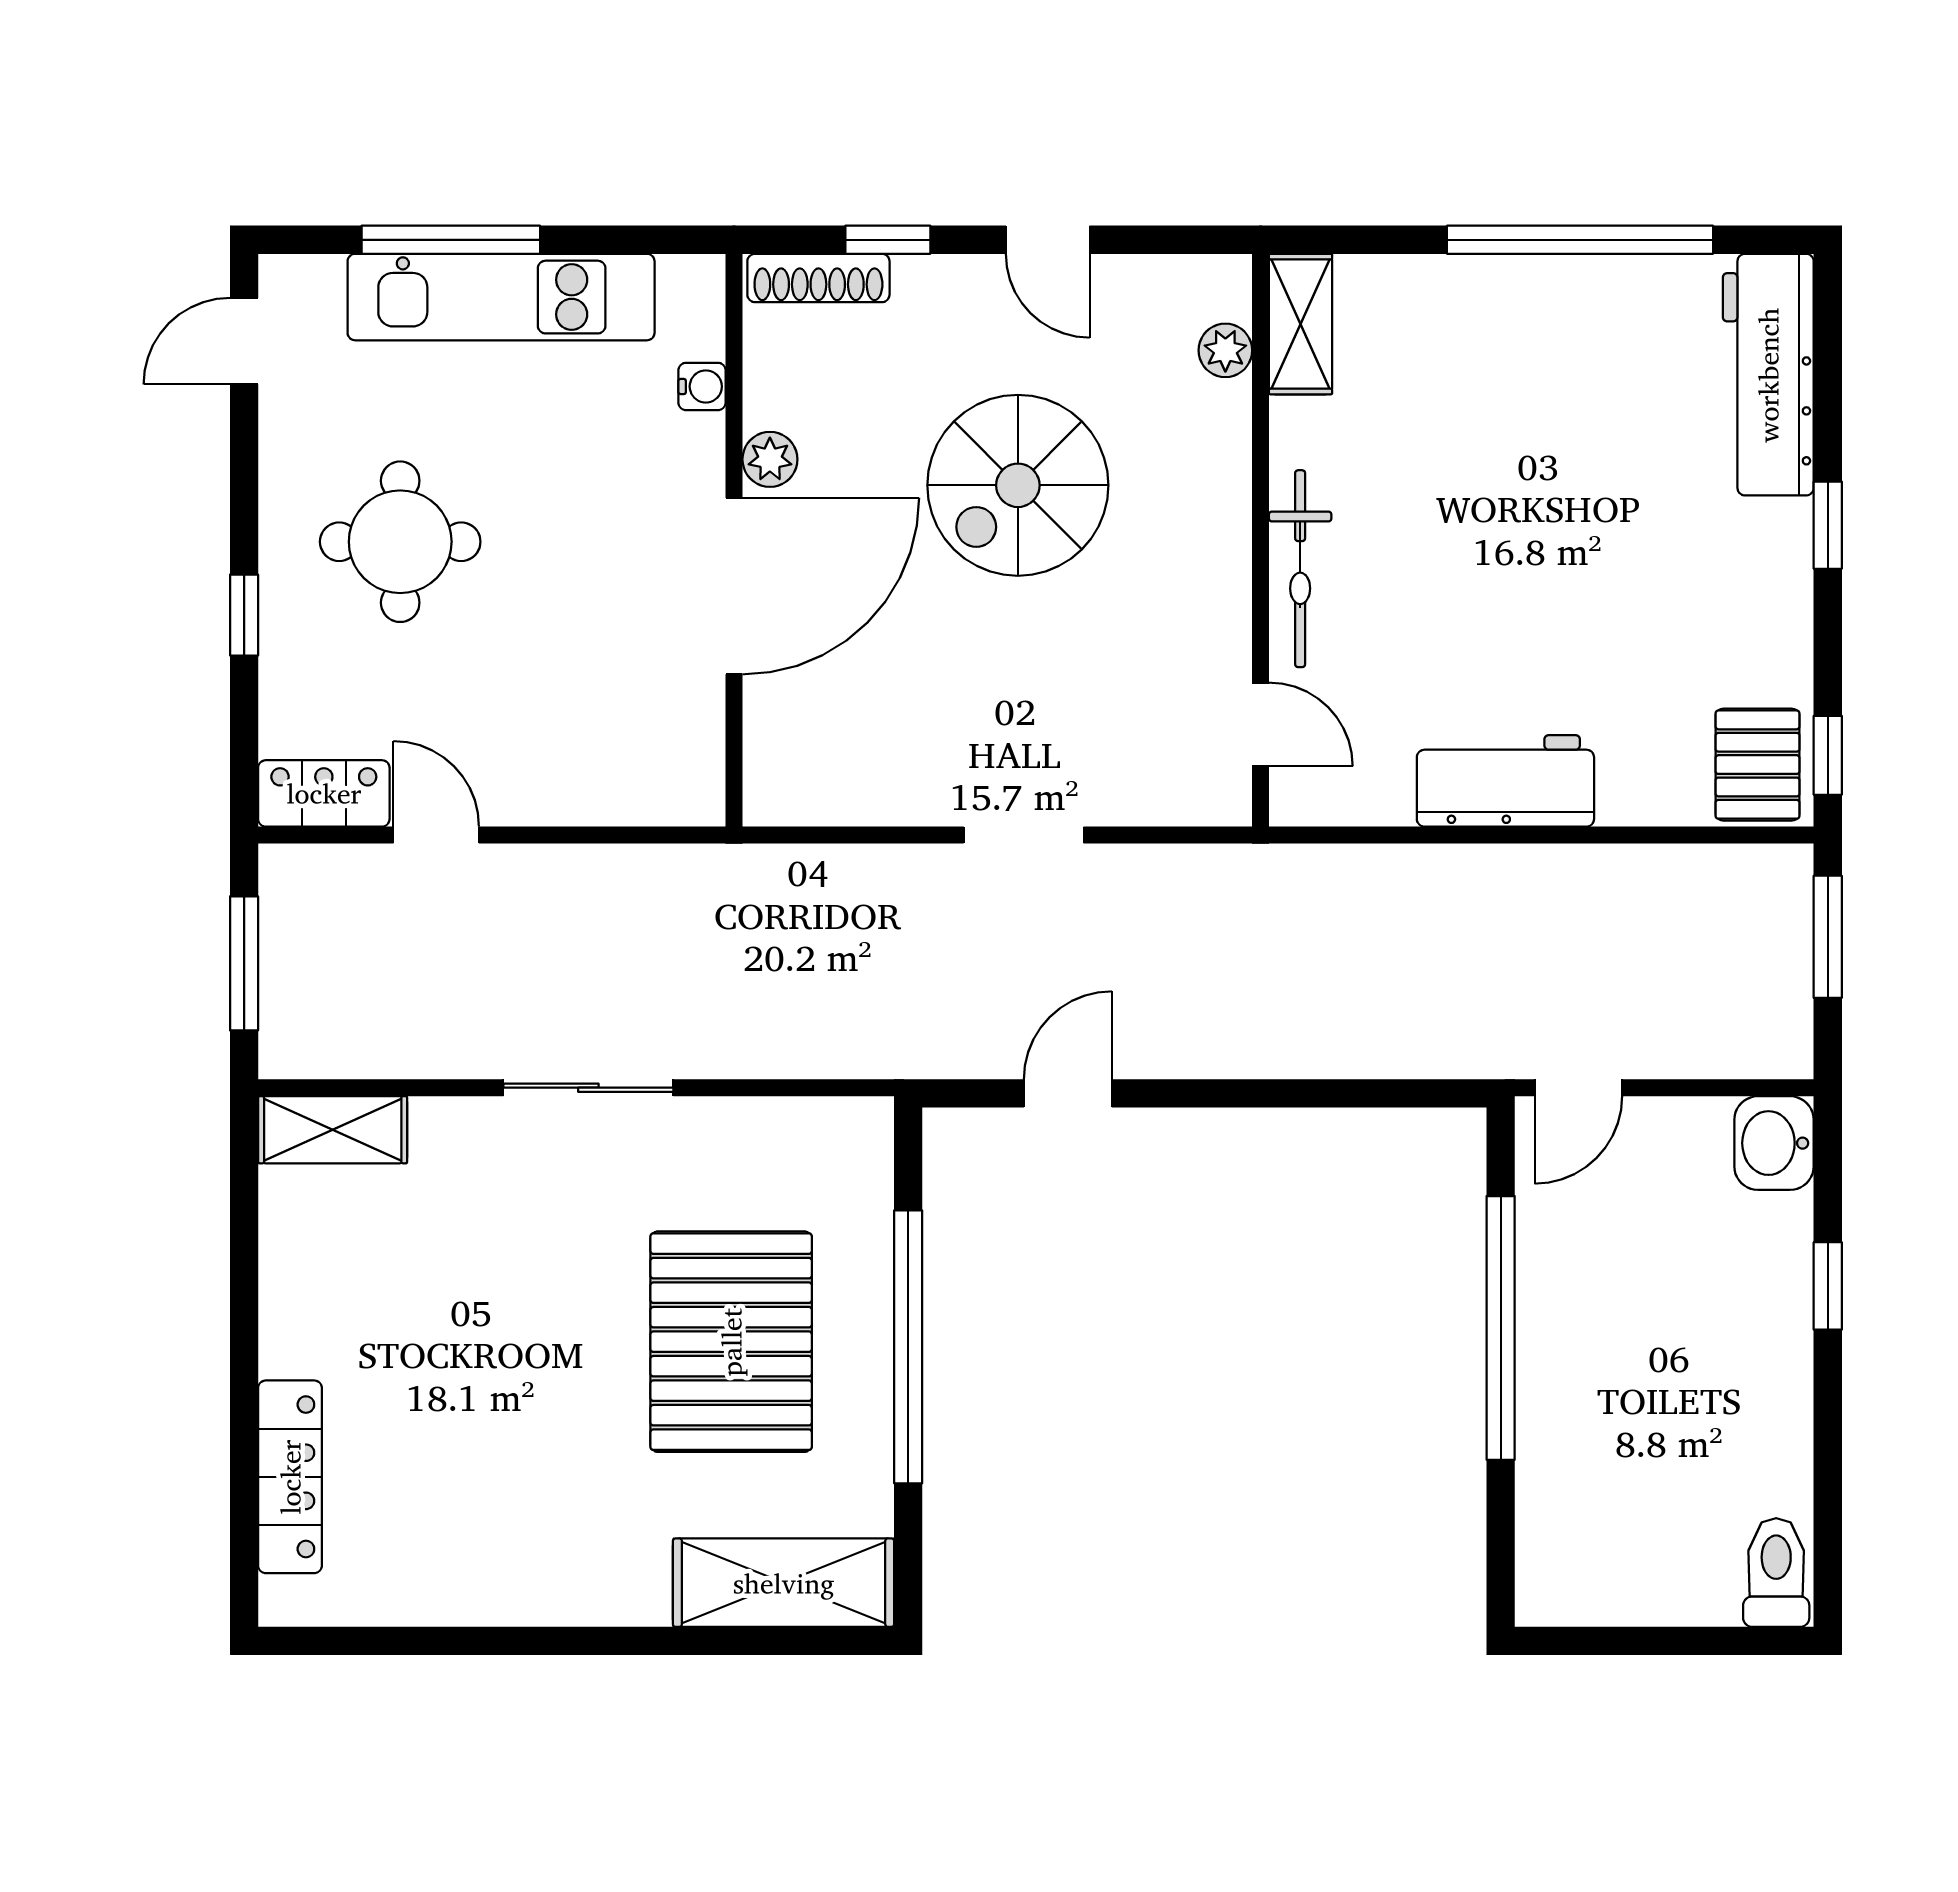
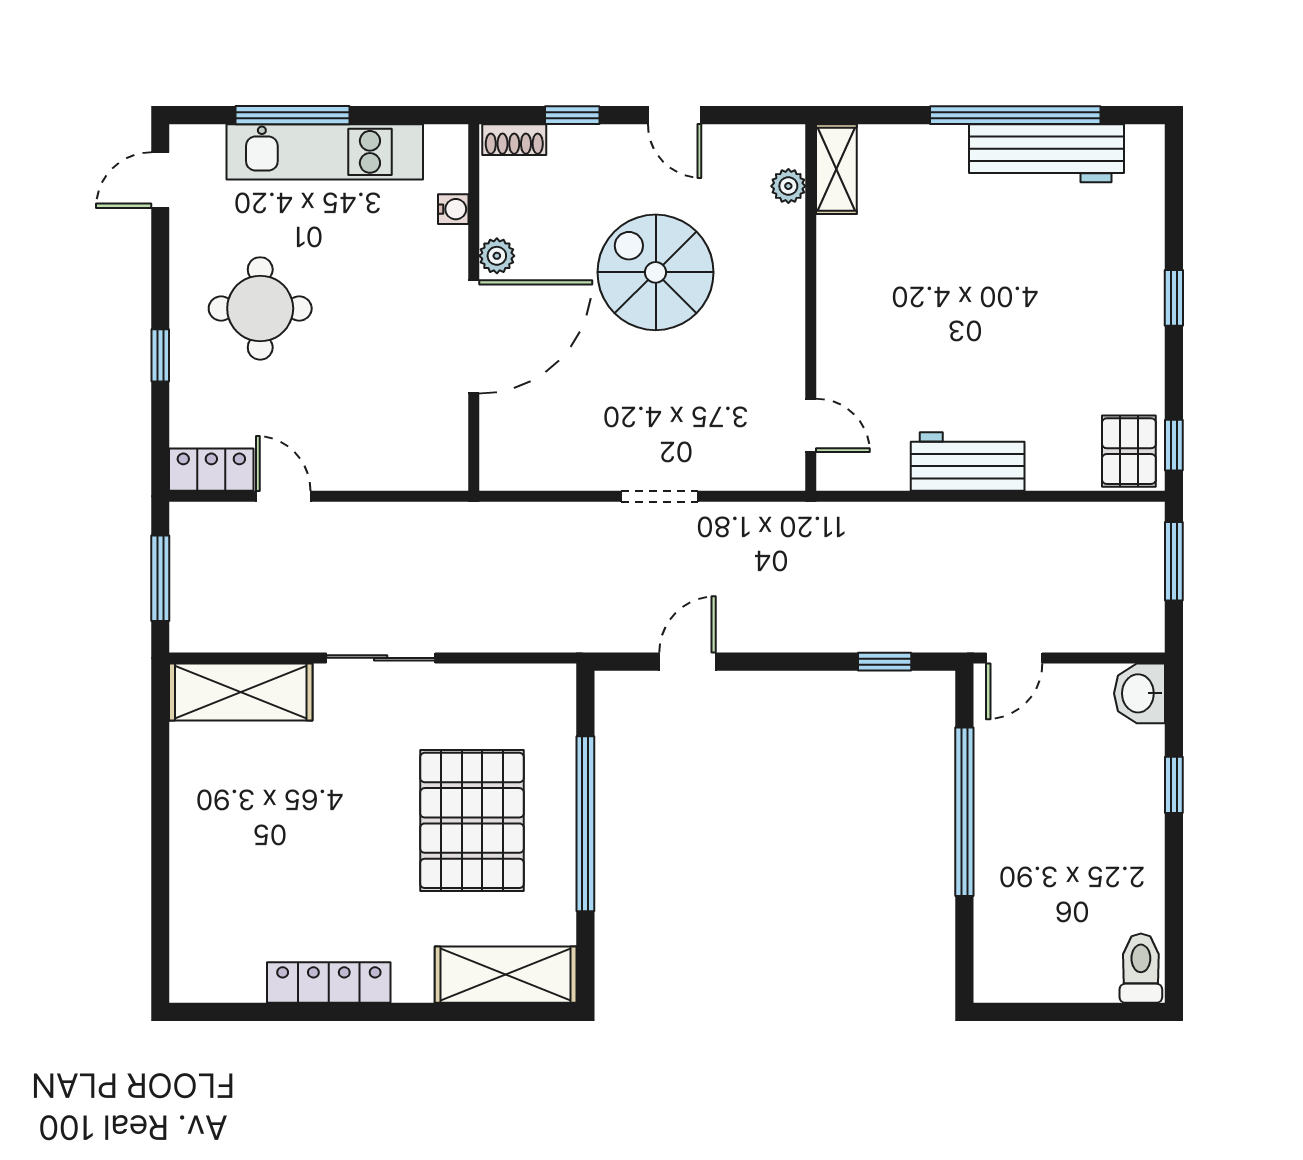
shoe rack: (818, 278) -> (514, 140), width x0.70
workbench: (1768, 375) -> (1046, 153), moved, turned -90
spiral stairs: (1018, 485) -> (656, 272), turned 90
bicycle: (1300, 569) -> (836, 326), removed
window: (1376, 1093) -> (885, 662), added
shelving: (333, 1130) -> (241, 692), width x1.50, depth x1.33
locker: (290, 1477) -> (329, 983), moved, turned -90

